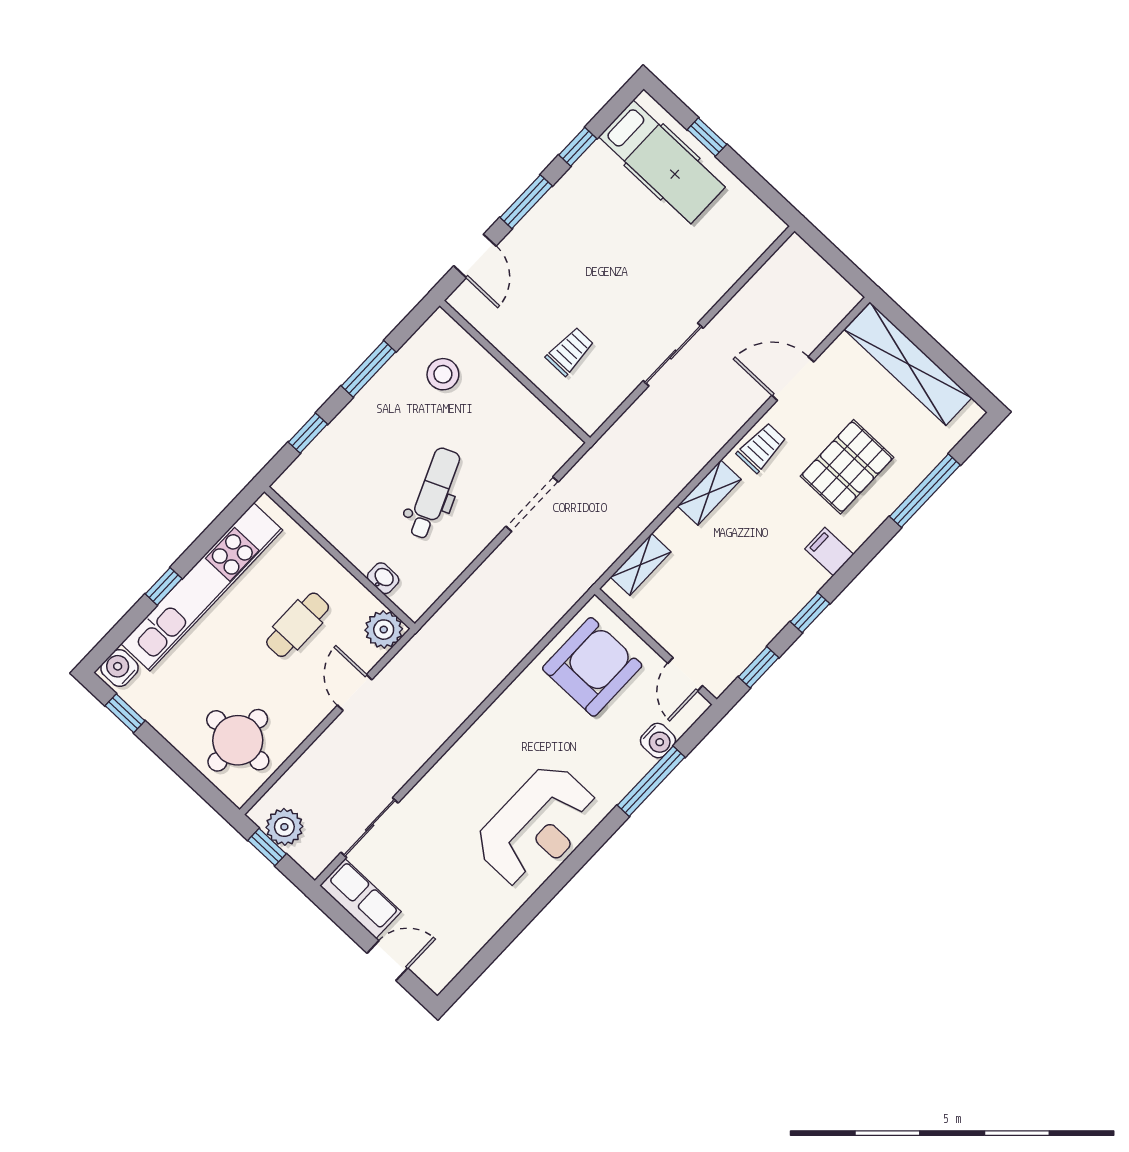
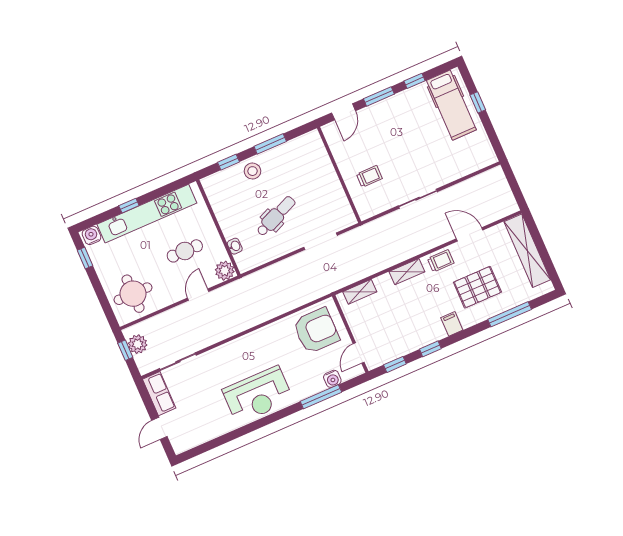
stool: (443, 374) -> (252, 171), moved
door: (387, 961) -> (159, 428), swing flipped

